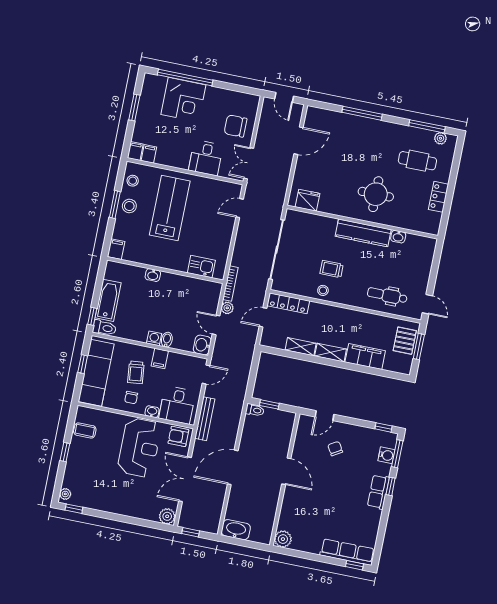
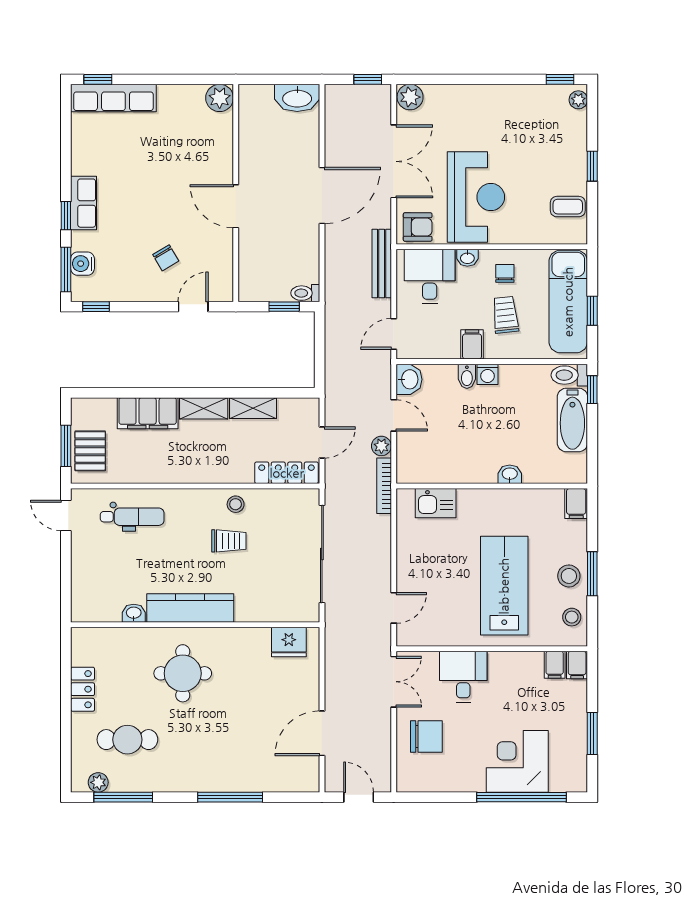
lab bench: (170, 208) -> (504, 586), turned 180
reception desk: (139, 448) -> (476, 197), turned 180

